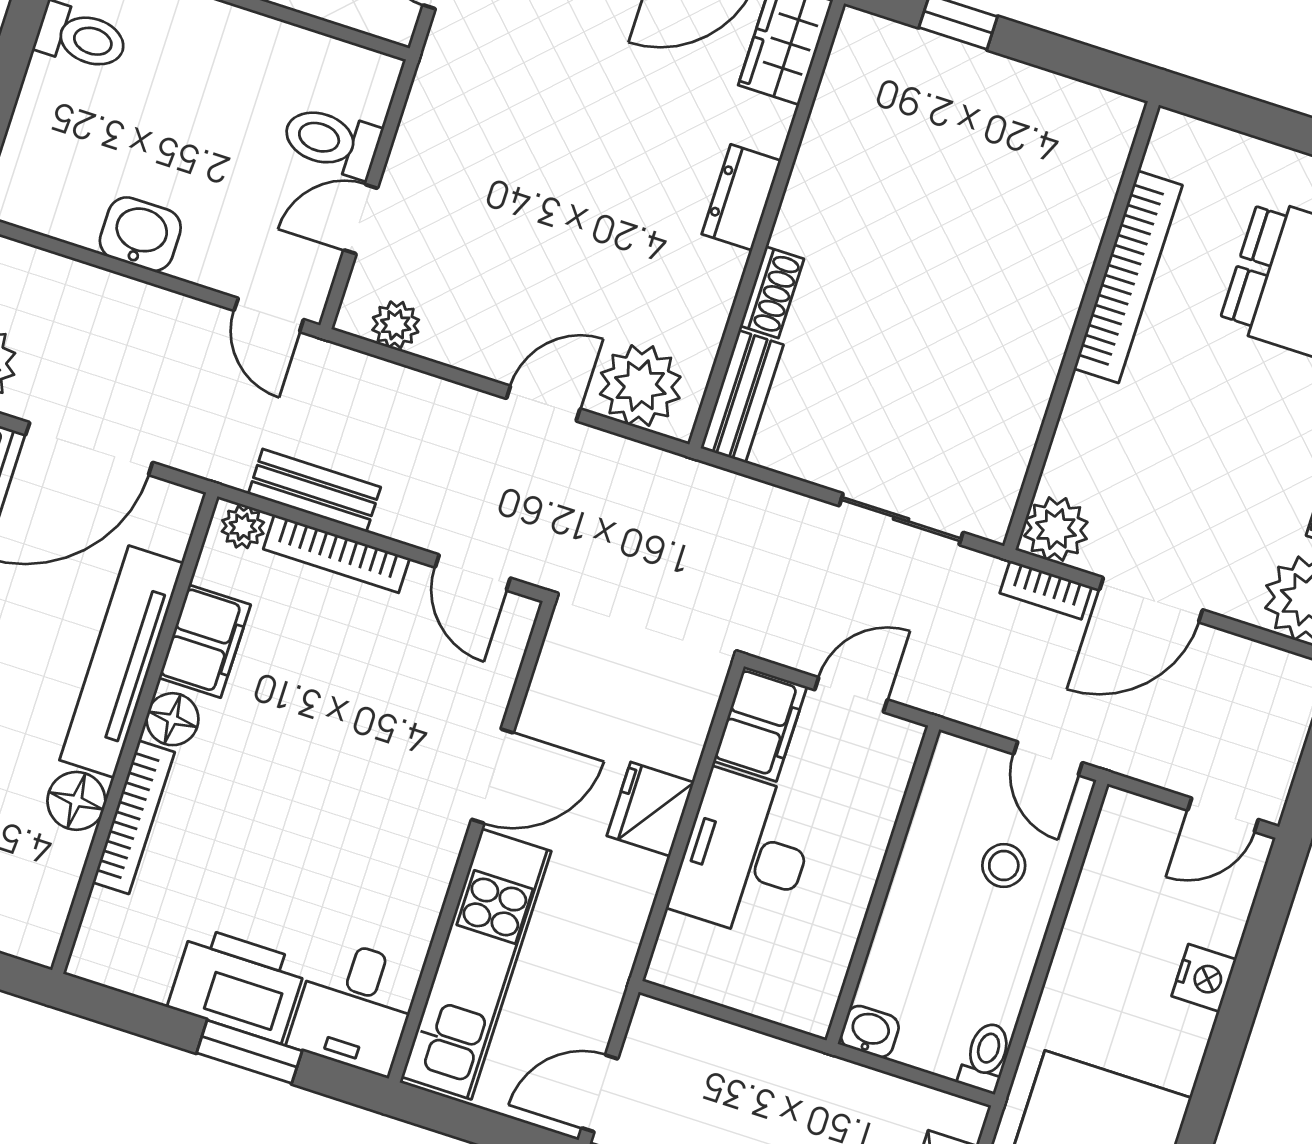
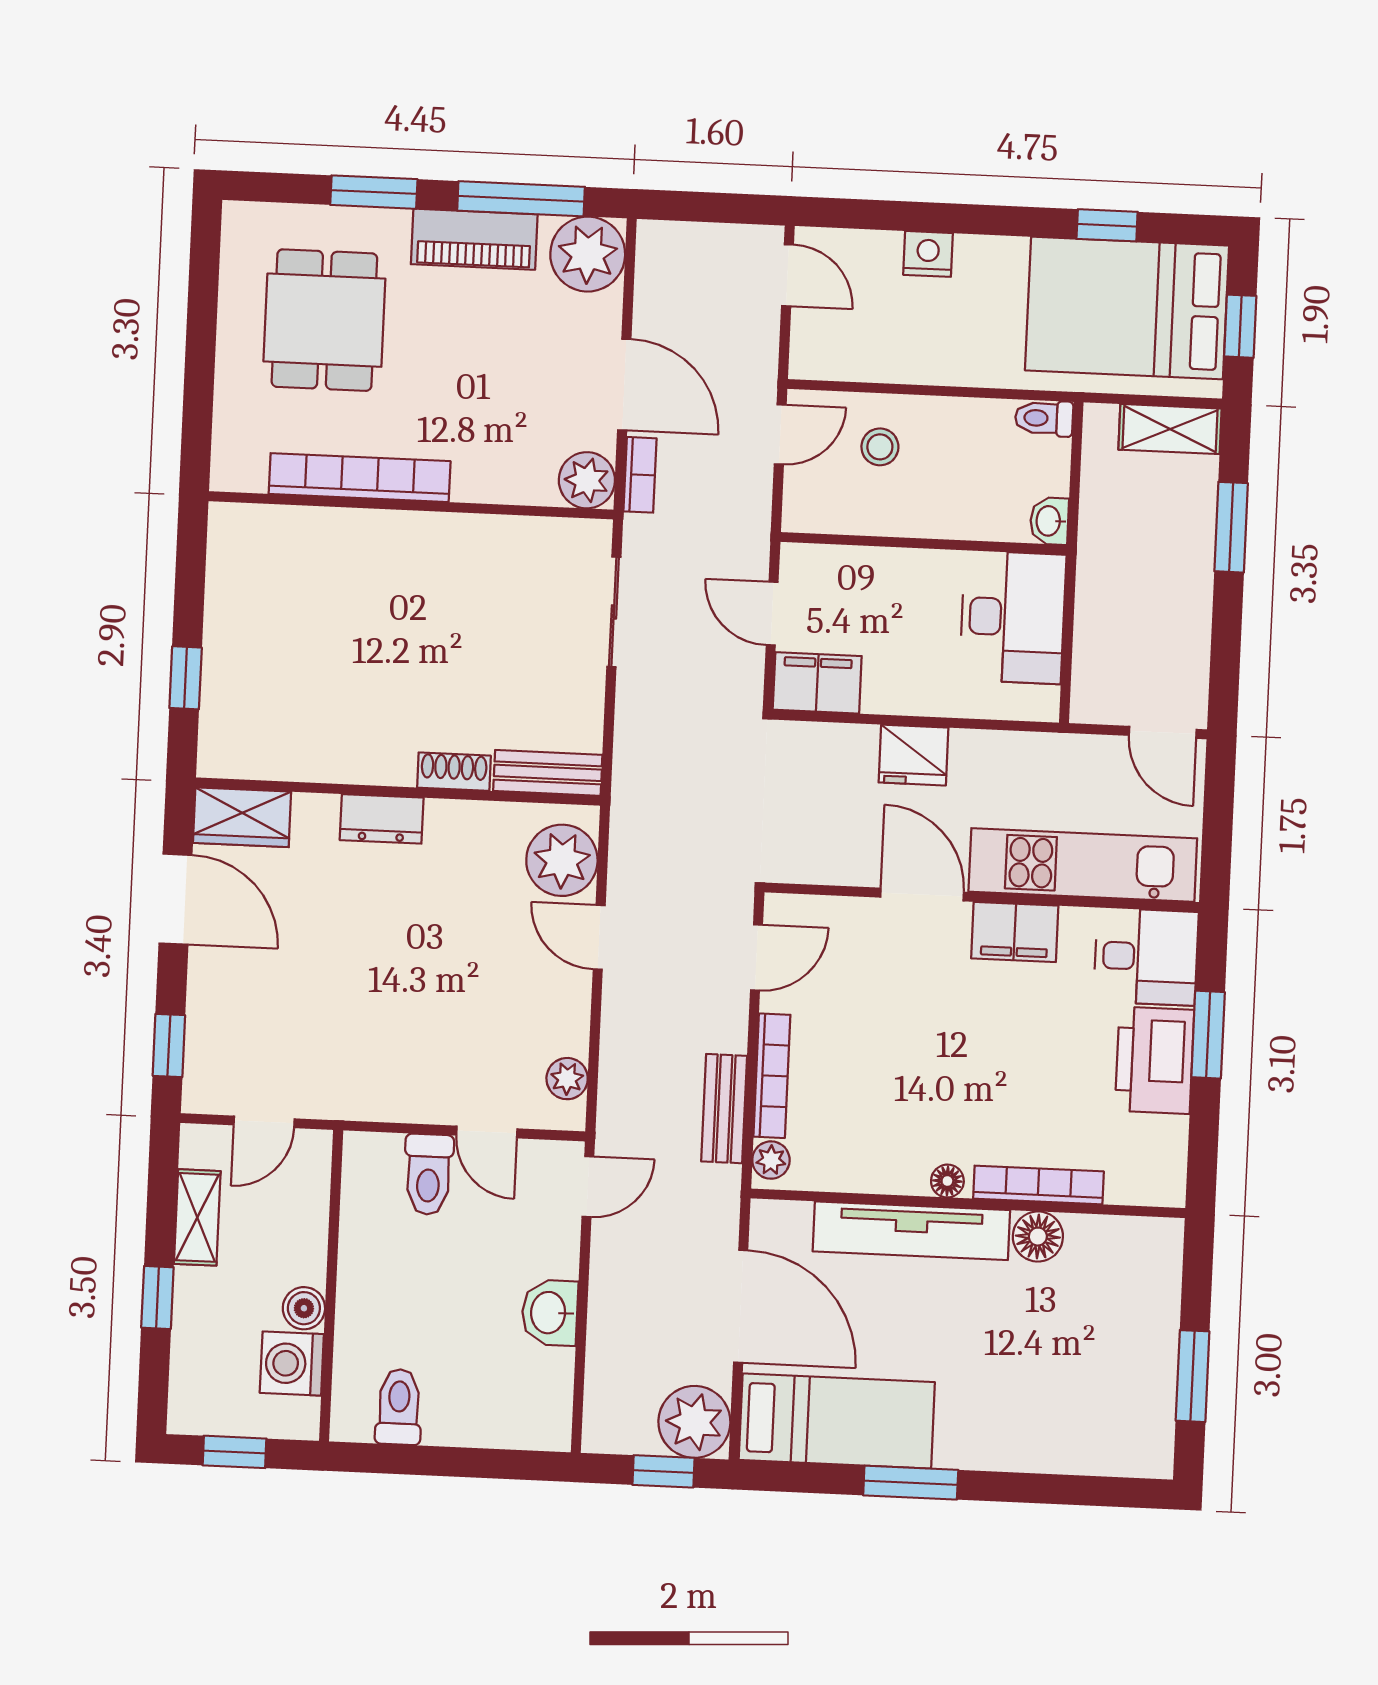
filing cabinet: (205, 641) -> (1015, 932), moved, turned 180
floor lamp: (172, 719) -> (947, 1181), width x0.73, depth x0.73
desk: (745, 855) -> (1013, 617), moved, turned -90

